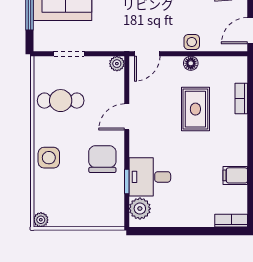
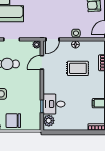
rug: (195, 109) -> (78, 68), turned 90
door: (127, 117) -> (42, 62), moved
chair: (102, 159) -> (13, 121), moved, turned -90

